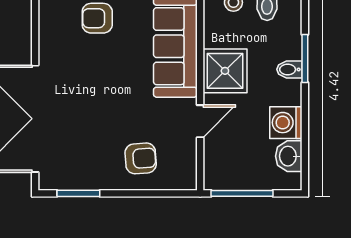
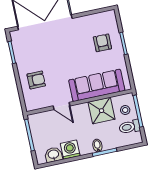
shower: (225, 71) -> (102, 111), moved
armchair: (141, 158) -> (36, 80), turned -86

